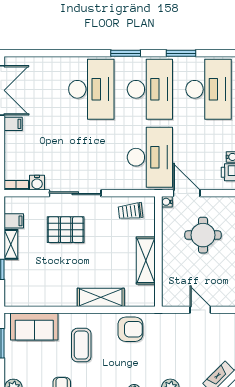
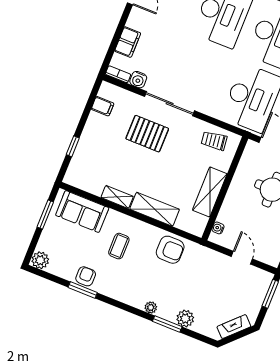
filing cabinet: (13, 124) -> (128, 42), moved, width x2.00
water cooler: (167, 202) -> (218, 228), moved
shelving: (11, 244) -> (117, 197), moved, turned 90
coffee table: (81, 345) -> (119, 246), width x0.73, depth x0.77

